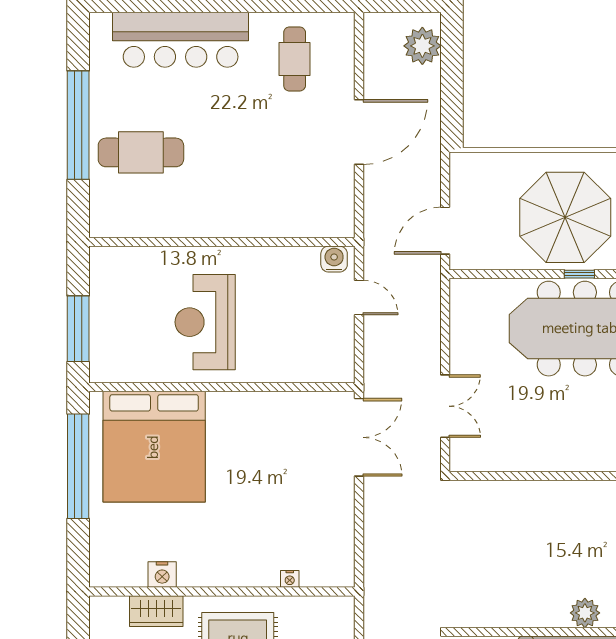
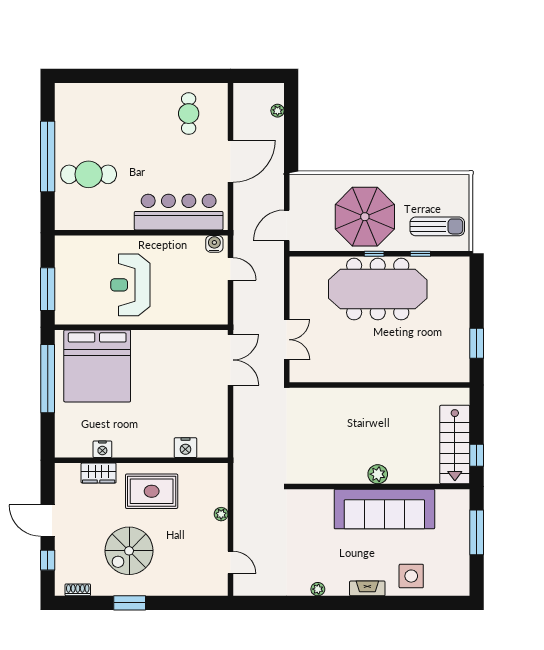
bar counter: (181, 40) -> (179, 212), moved, turned 180
plant: (422, 46) -> (278, 111), width x0.53, depth x0.53
nightstand: (290, 579) -> (185, 448), width x1.89, depth x1.79

